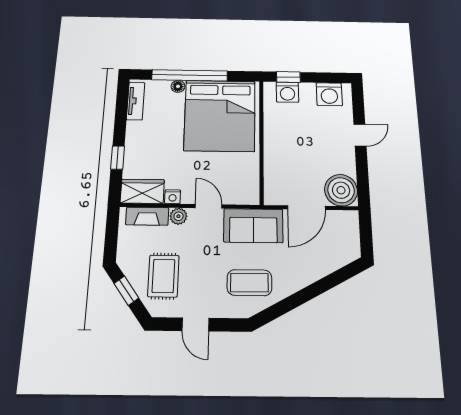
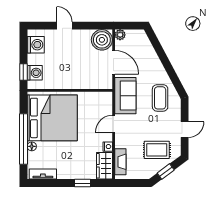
plant: (178, 216) -> (120, 35), moved

